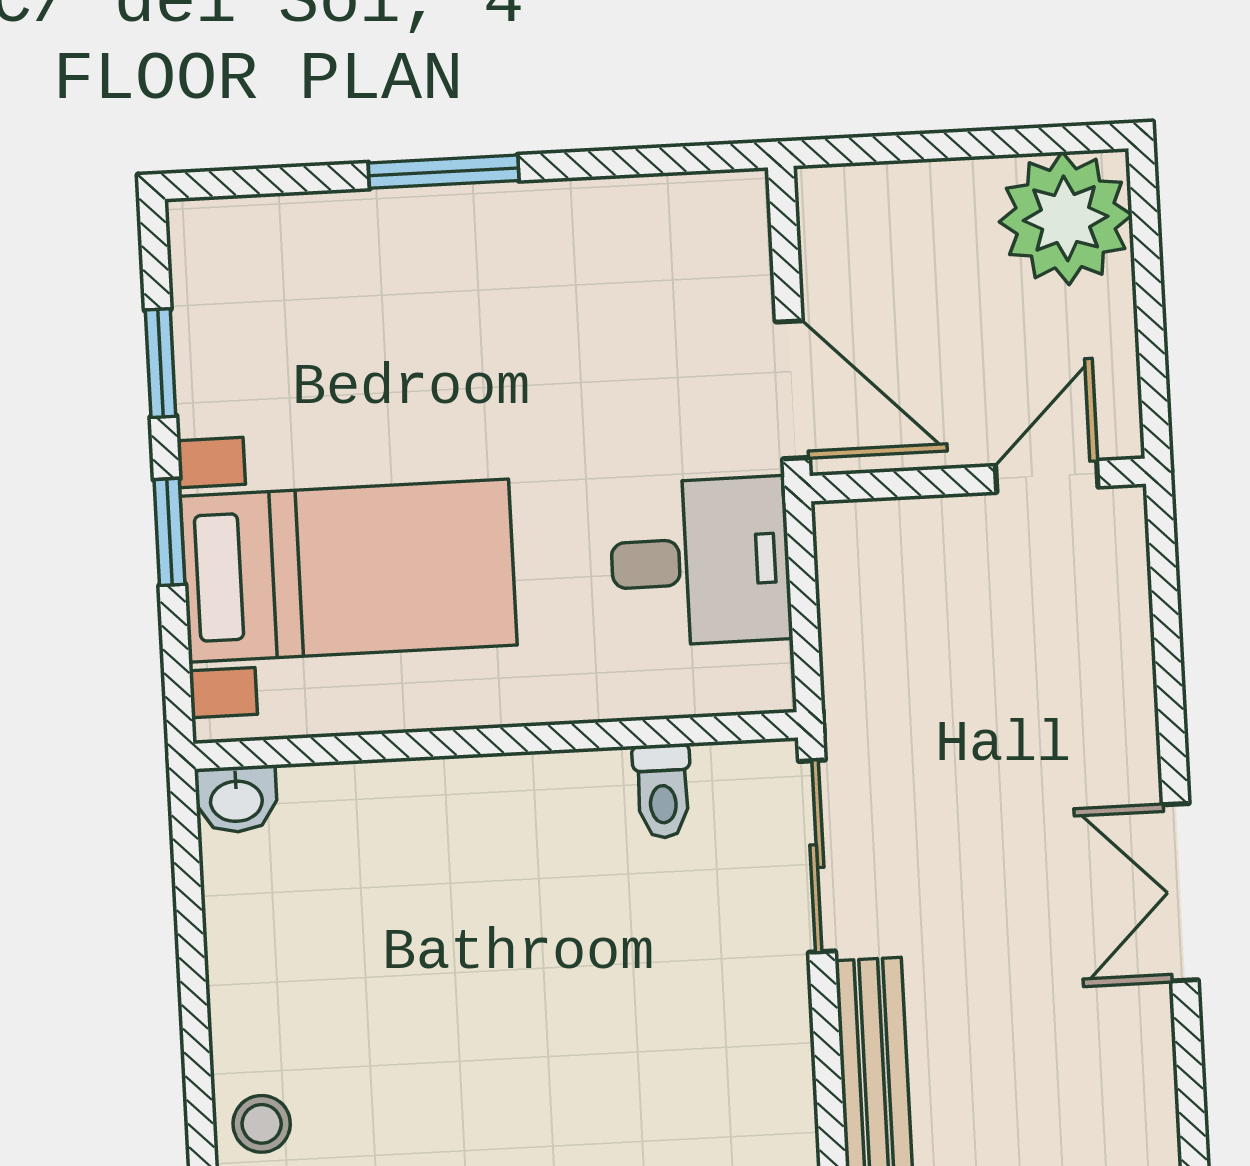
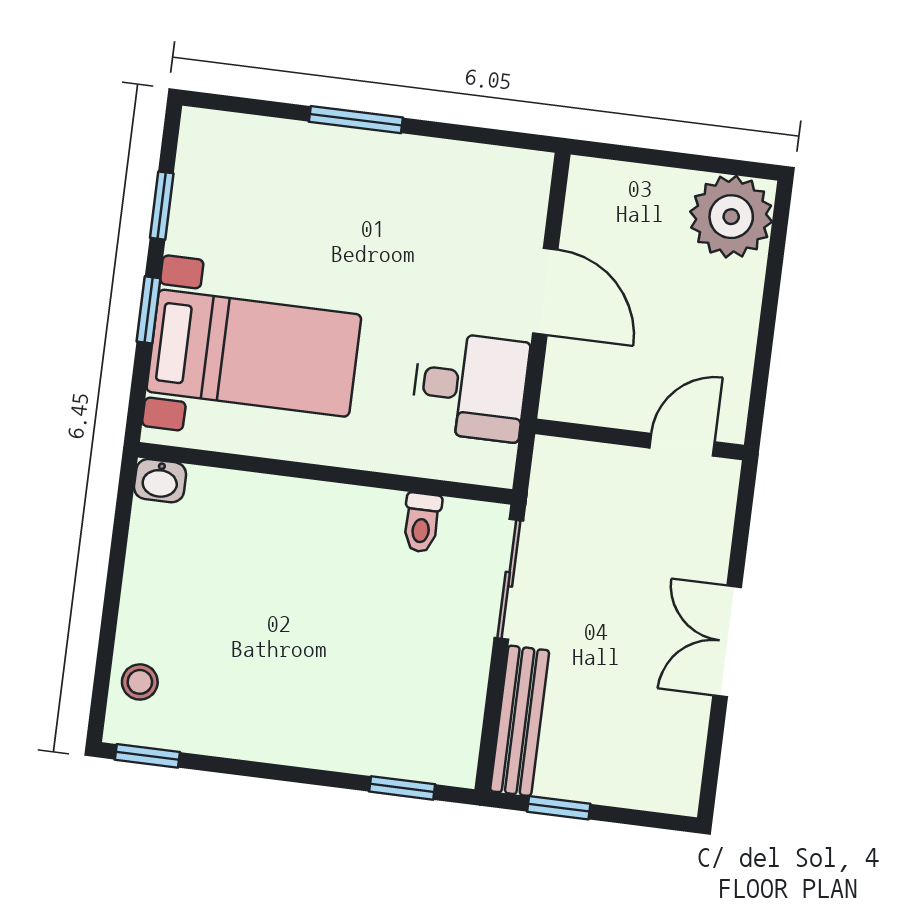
door: (1047, 476) -> (682, 445), moved
wall: (978, 480) -> (640, 439), moved

